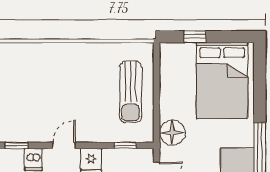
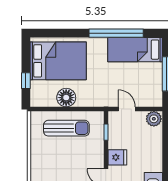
floor lamp: (172, 133) -> (66, 98), moved

